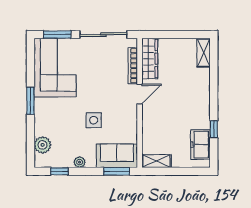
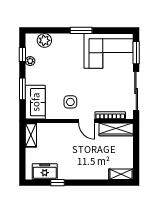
side table: (94, 120) -> (70, 102), moved
plant: (80, 162) -> (30, 61), moved
window: (117, 171) -> (22, 89), moved

